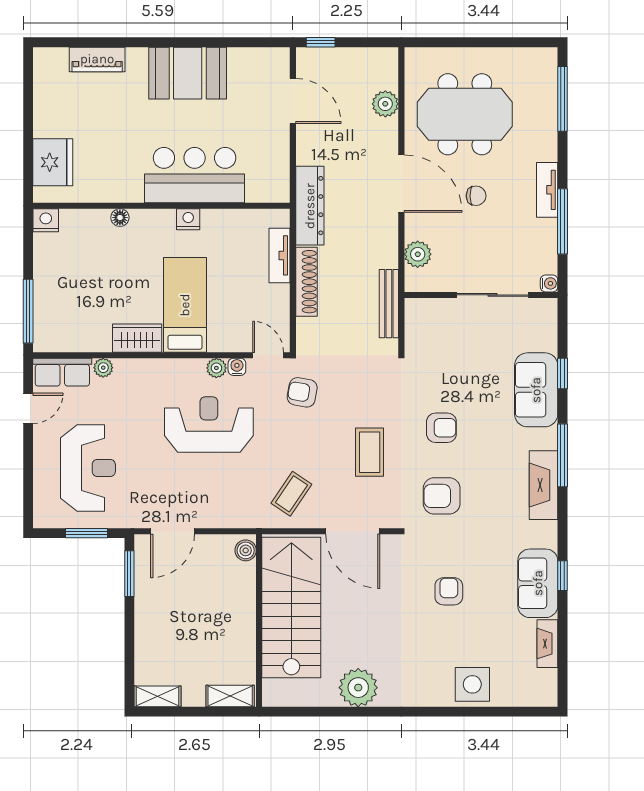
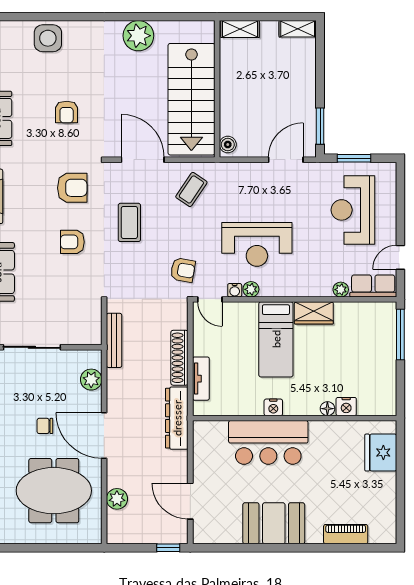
nightstand: (46, 220) -> (346, 407), moved

